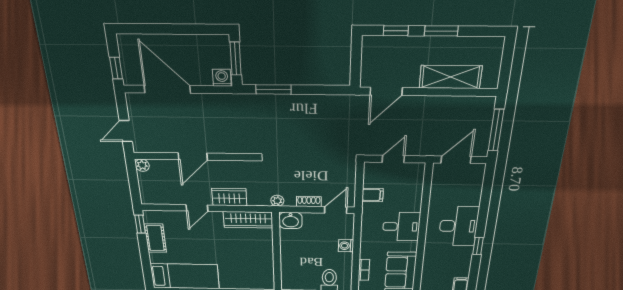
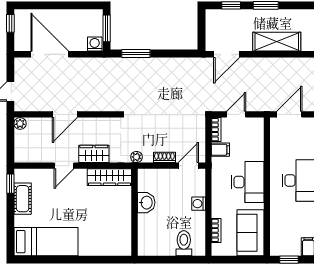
window: (116, 68) -> (10, 23), moved
bookcase: (369, 175) -> (216, 130), added
washbasin: (291, 220) -> (146, 203), moved, turned -90
desk: (401, 227) -> (248, 182), width x1.37

